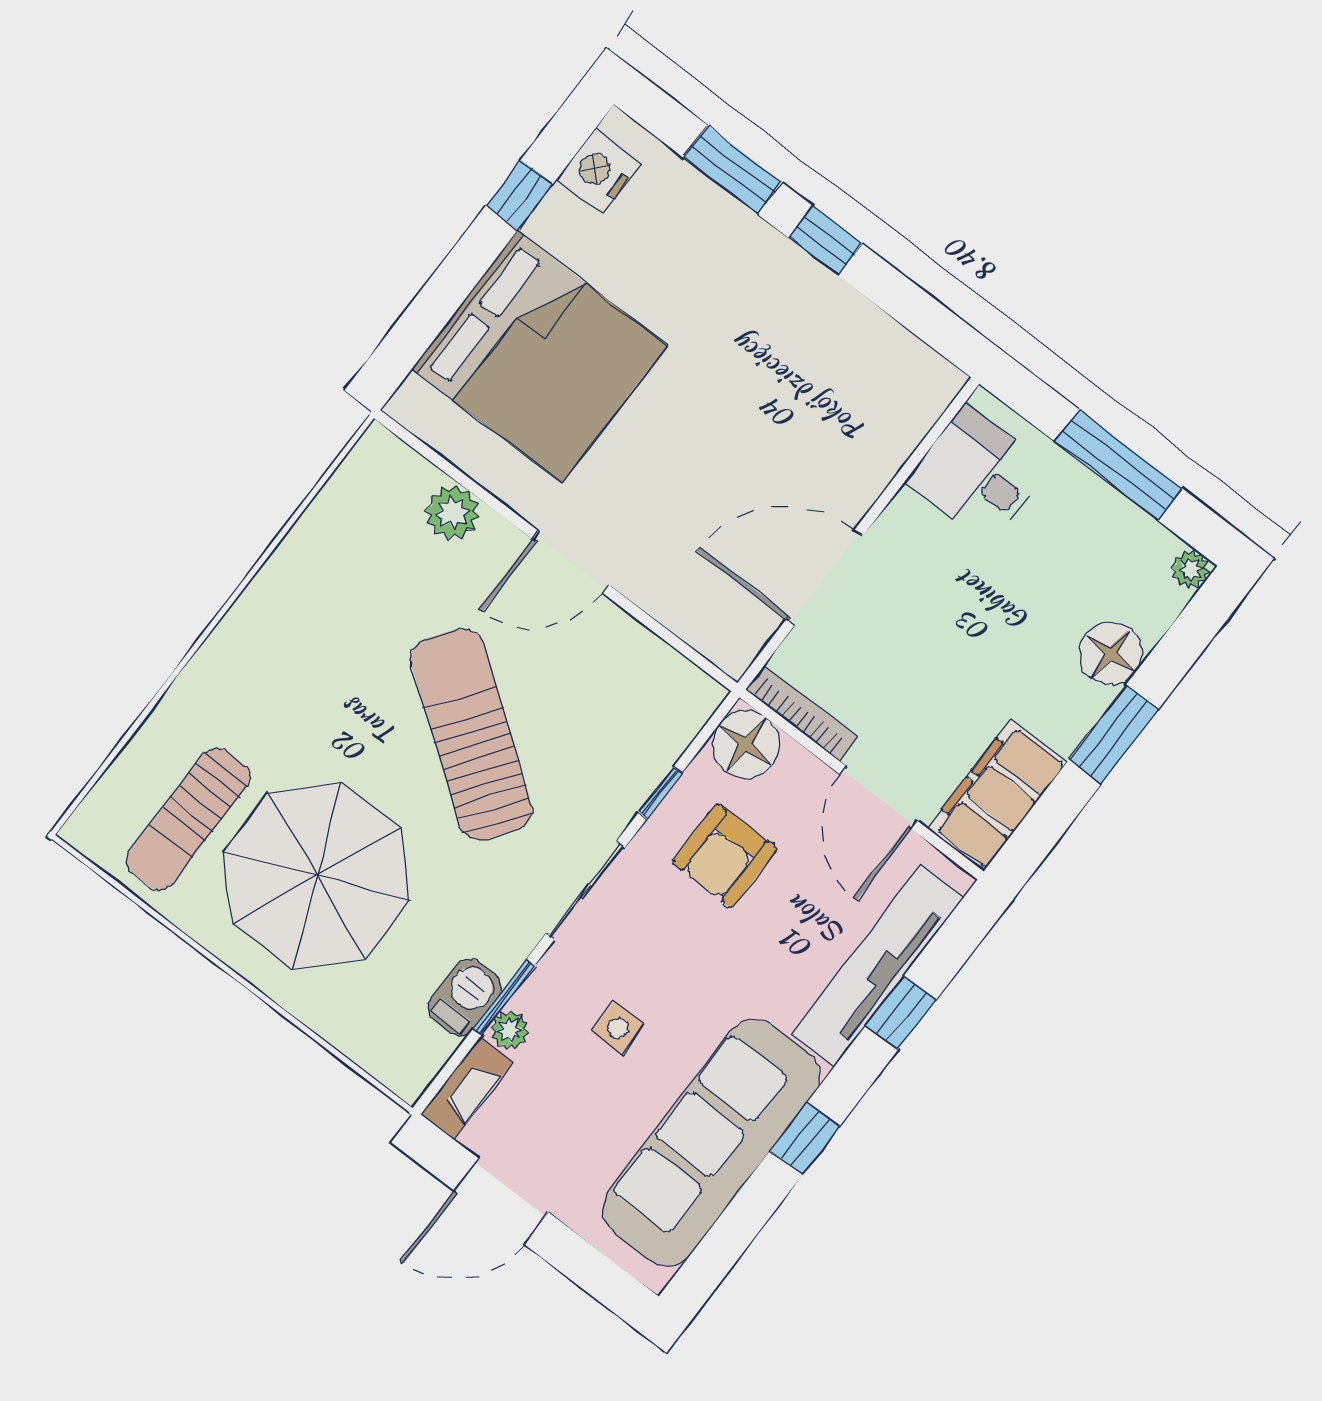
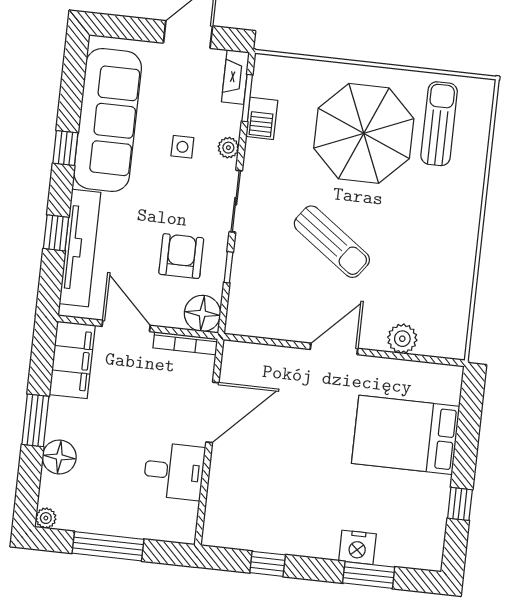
nightstand: (599, 172) -> (357, 547), moved, turned 90
window: (825, 241) -> (268, 564), moved
bed: (539, 357) -> (406, 435), width x0.73
desk: (977, 475) -> (174, 471), moved
sun lounger: (471, 734) -> (332, 242), width x0.73, depth x0.75
window: (504, 997) -> (247, 98), moved
plant: (509, 1030) -> (228, 148), moved

